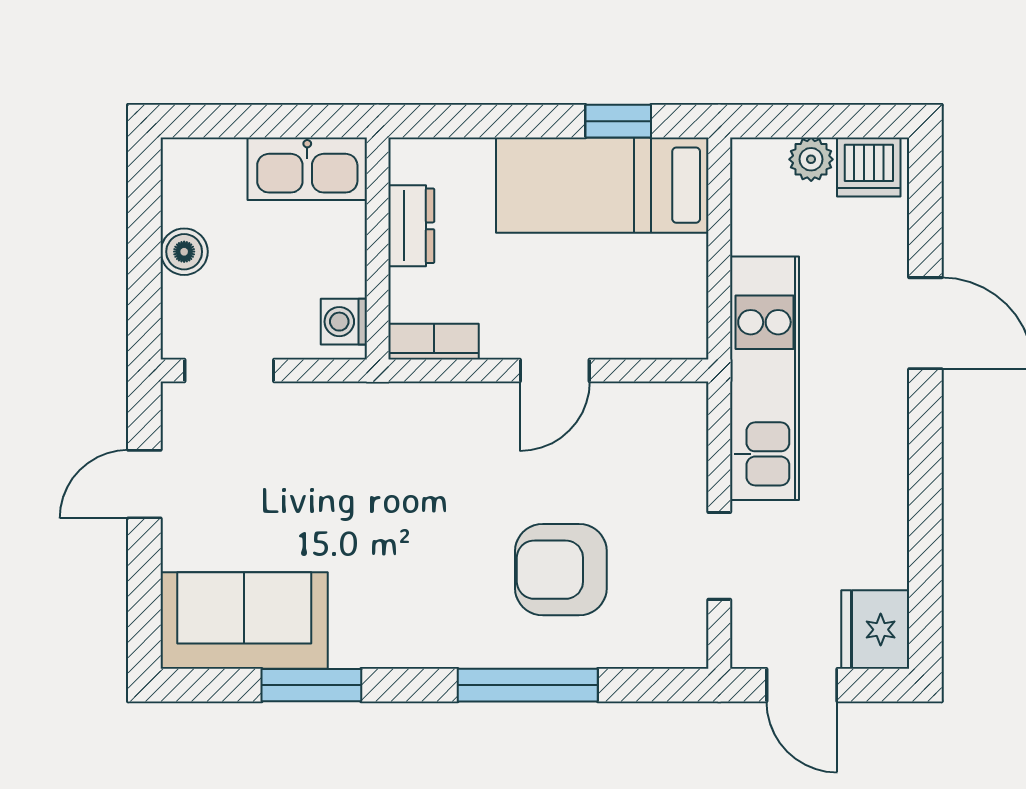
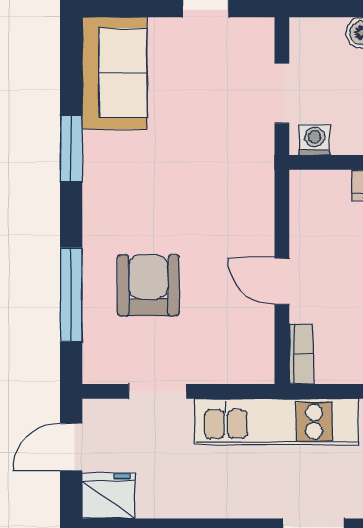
bookcase: (434, 342) -> (301, 354), moved
doorway: (229, 371) -> (282, 93), moved
window: (311, 685) -> (71, 148), moved
window: (528, 685) -> (71, 295), moved

